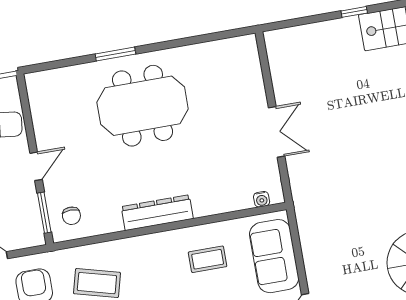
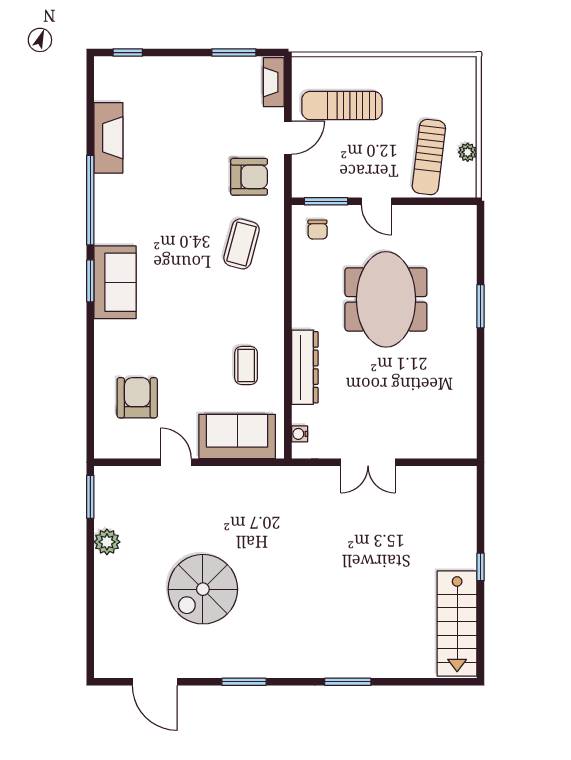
meeting table: (143, 106) -> (386, 299), moved
dresser: (157, 213) -> (305, 367), moved
chair: (71, 216) -> (318, 230), turned -91

